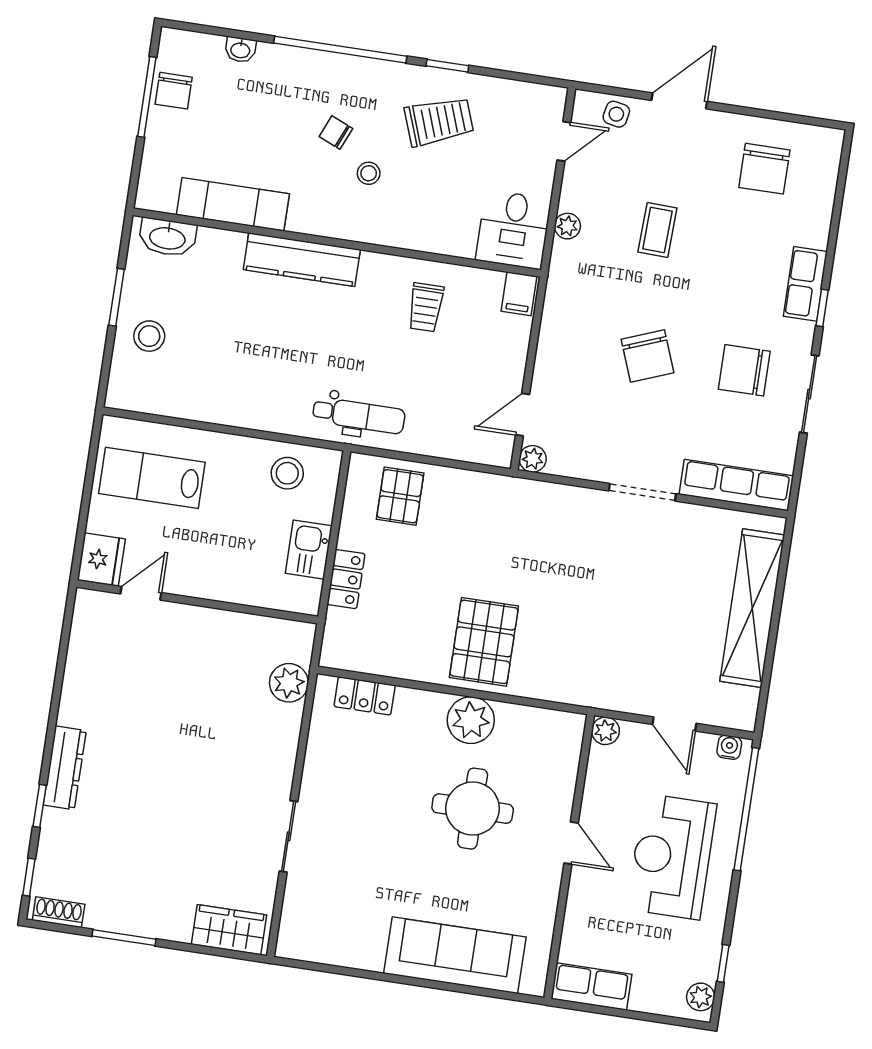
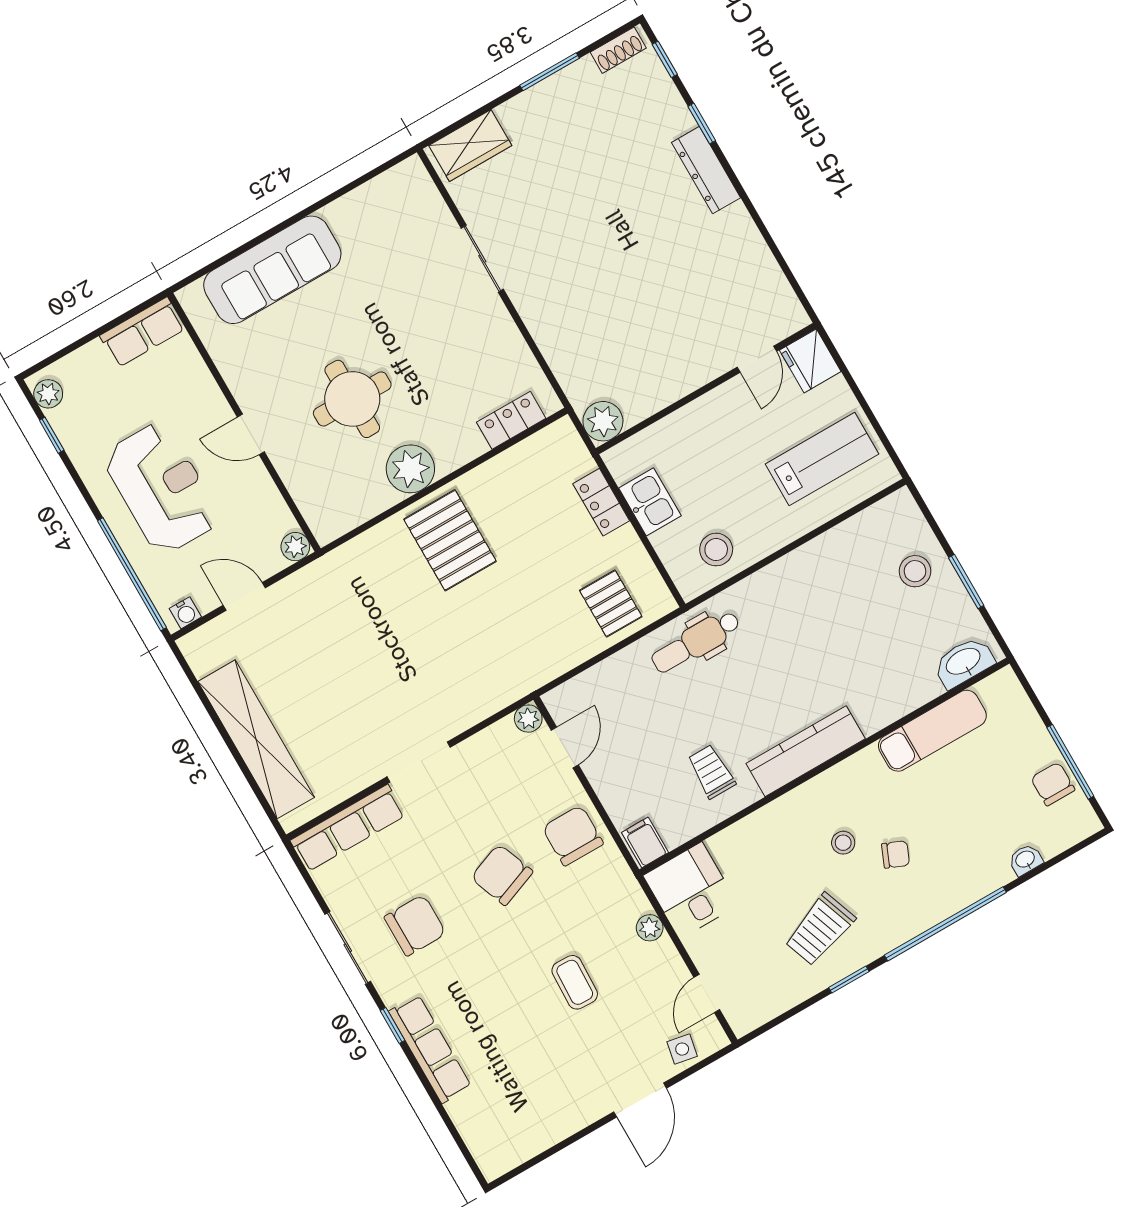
chair: (764, 169) -> (573, 836), moved
kitchen counter: (302, 260) -> (806, 751), moved
row of seats: (805, 284) -> (430, 1049), width x1.48
plant: (289, 683) -> (603, 421), moved

